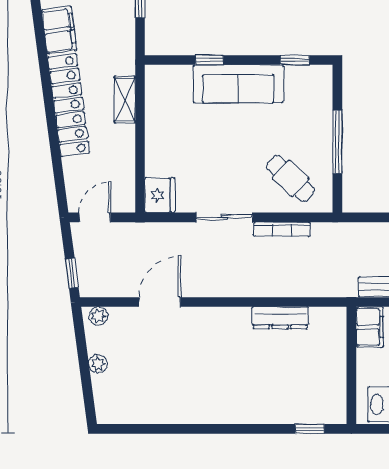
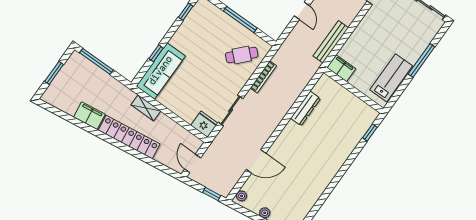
sofa: (238, 84) -> (161, 71), moved
sliding door: (224, 217) -> (231, 110), moved
door: (160, 302) -> (256, 161), swing flipped

